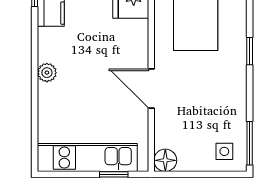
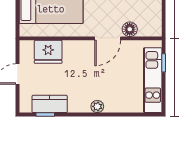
floor lamp: (165, 160) -> (130, 29), moved

